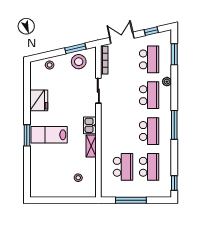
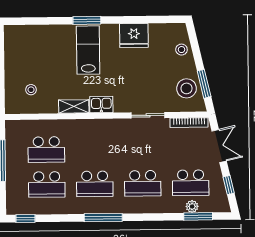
plant: (167, 82) -> (192, 206), moved

